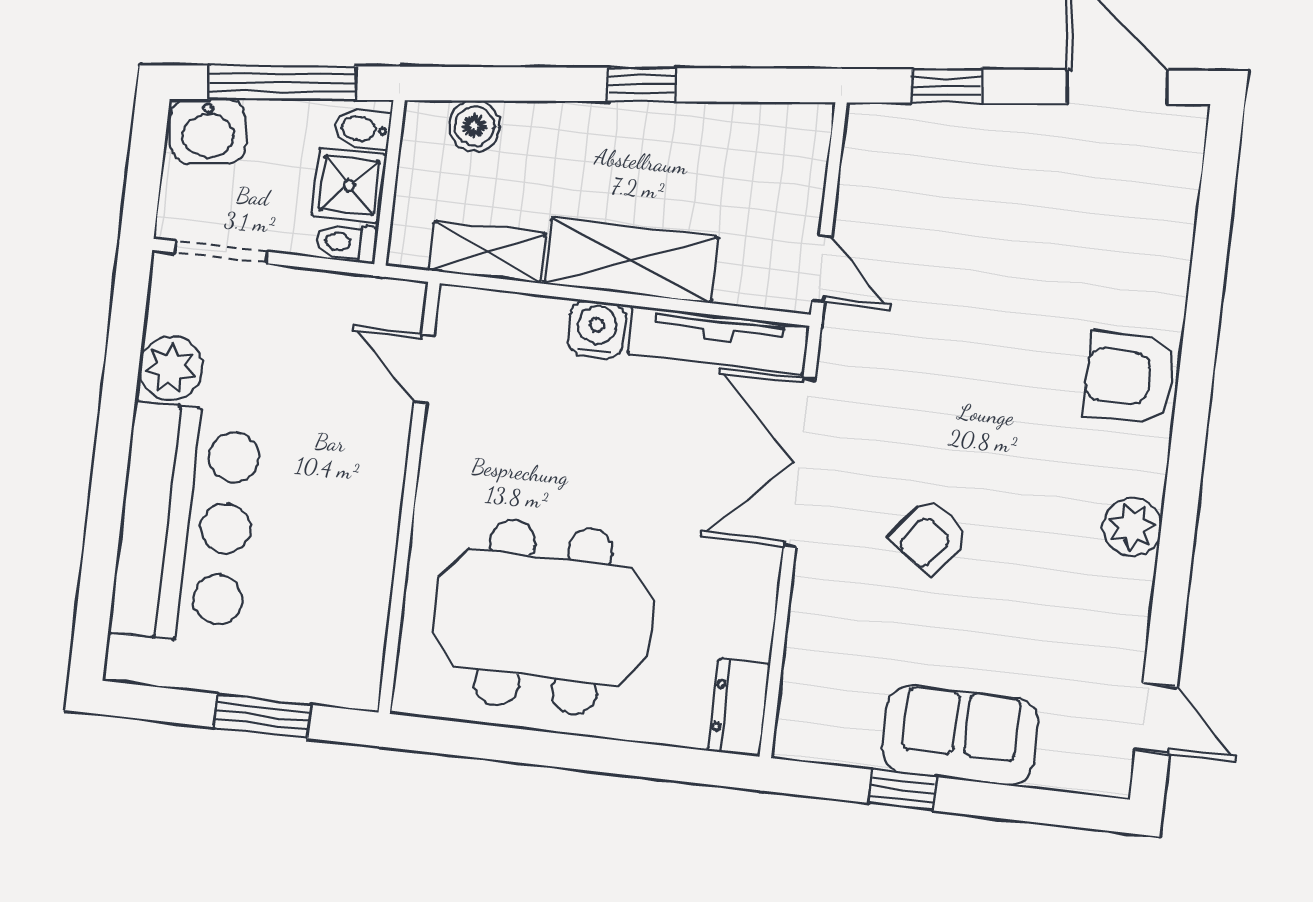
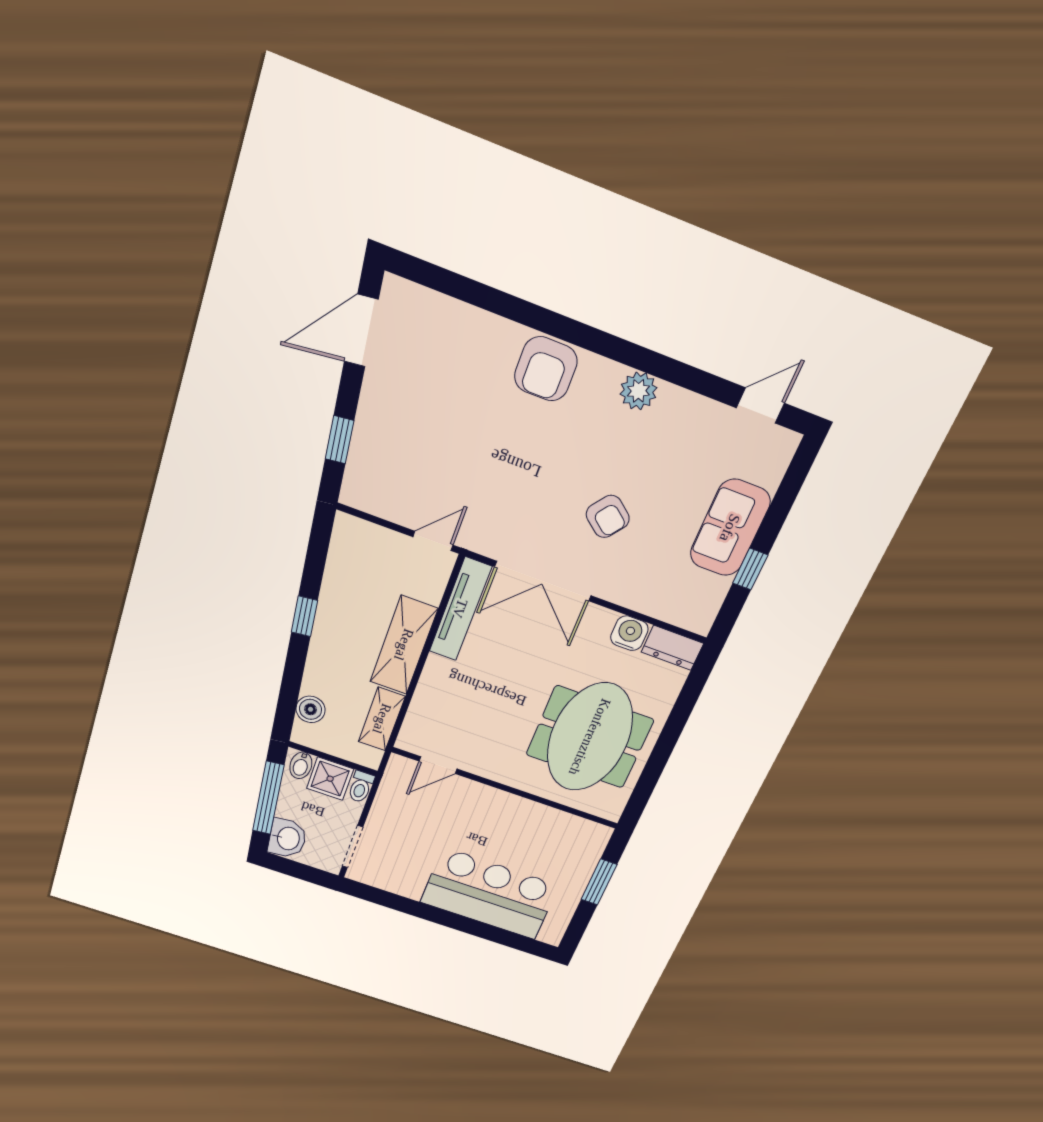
water cooler: (597, 329) -> (629, 633), moved, turned 90
plant: (170, 368) -> (407, 883), removed

